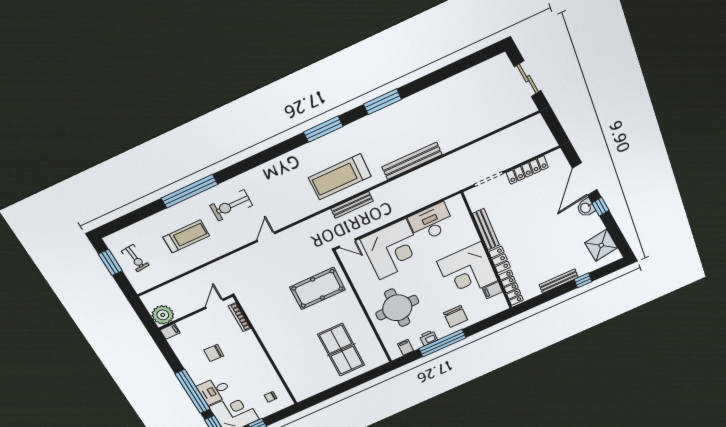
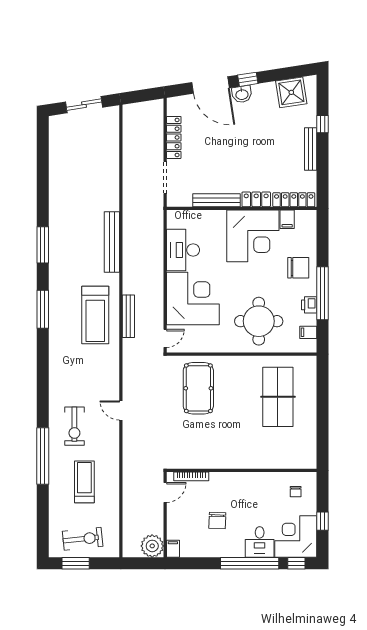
exercise bike: (135, 258) -> (83, 539), width x1.38, depth x1.39
door: (214, 304) -> (165, 492), swing flipped
table tennis table: (341, 350) -> (278, 397), turned 90

